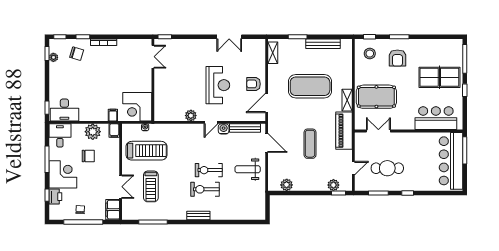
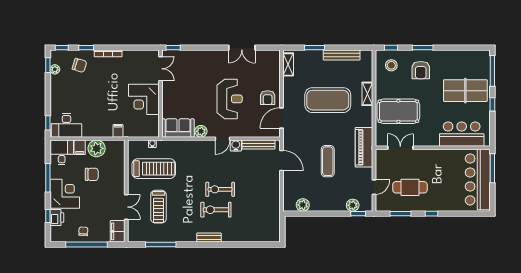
armchair: (254, 84) -> (268, 98), turned -90
shelving: (347, 100) -> (367, 94), moved
corner desk: (137, 107) -> (144, 99), moved
sofa: (169, 112) -> (178, 128), added
filing cabinet: (114, 131) -> (80, 147), moved
weight bench: (248, 169) -> (261, 188), removed

